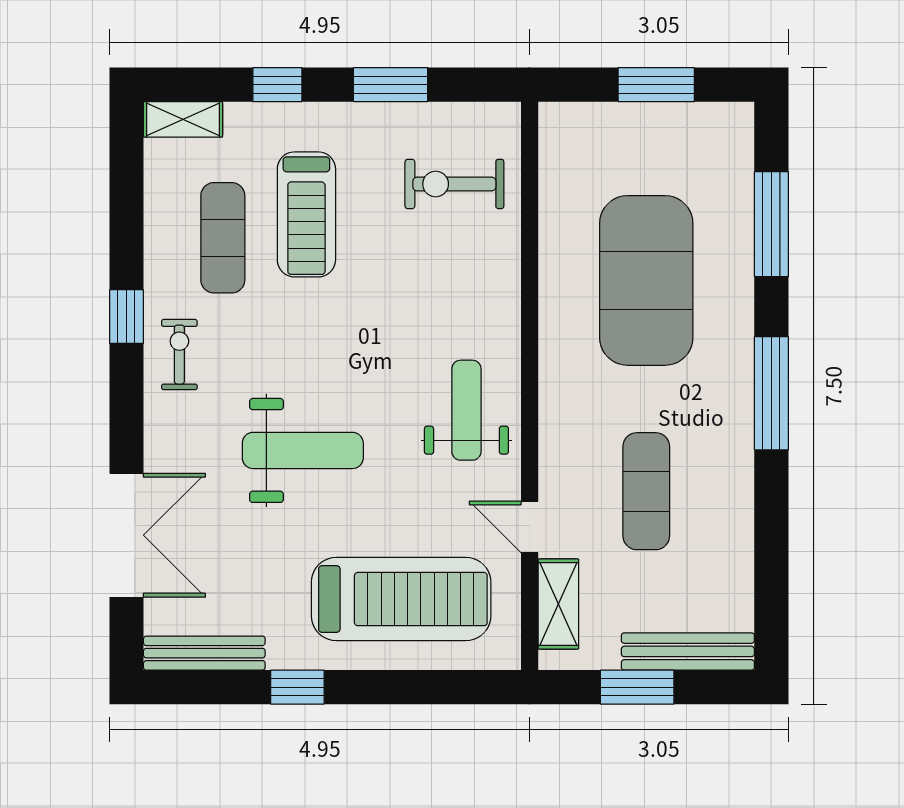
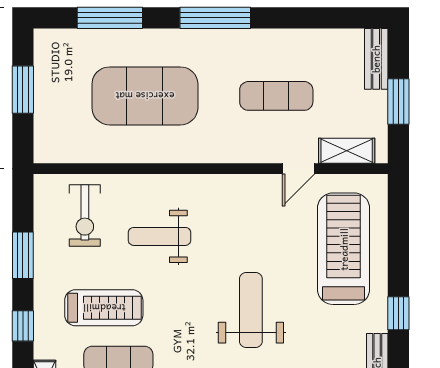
weight bench: (466, 410) -> (160, 236), moved
bench: (688, 651) -> (376, 59), width x0.73

